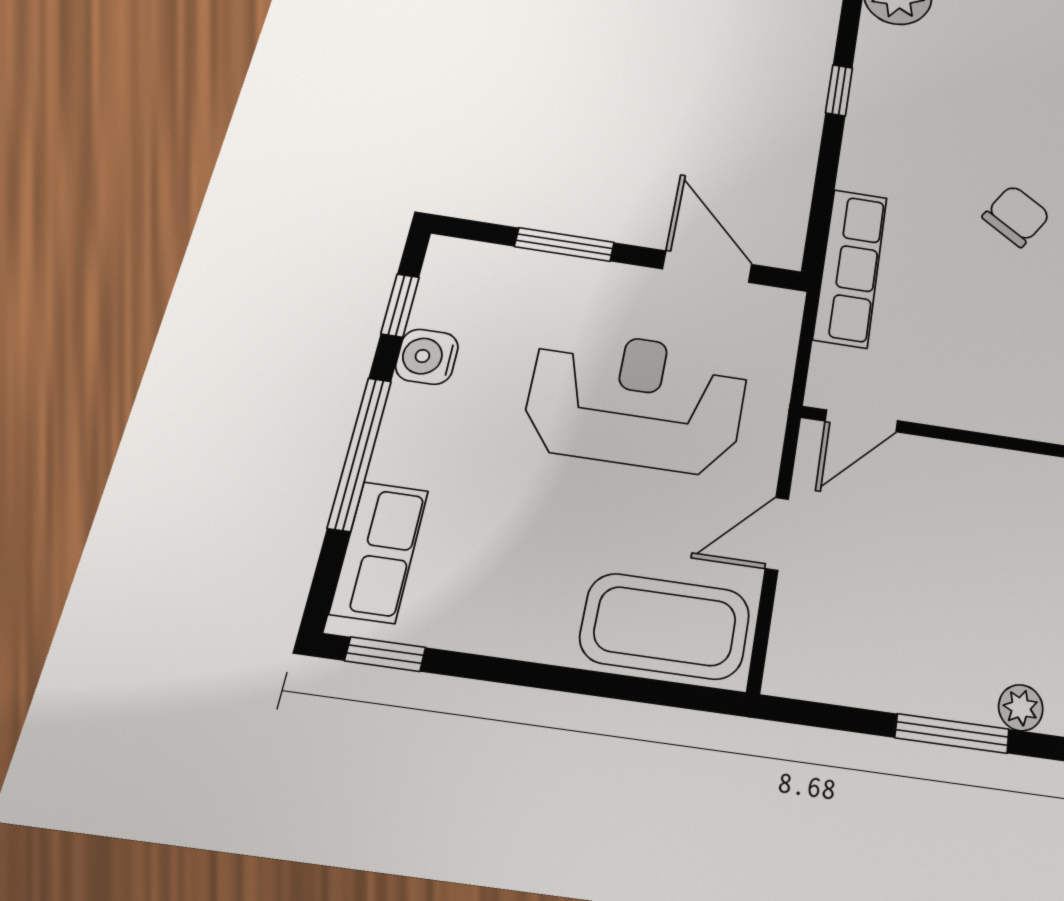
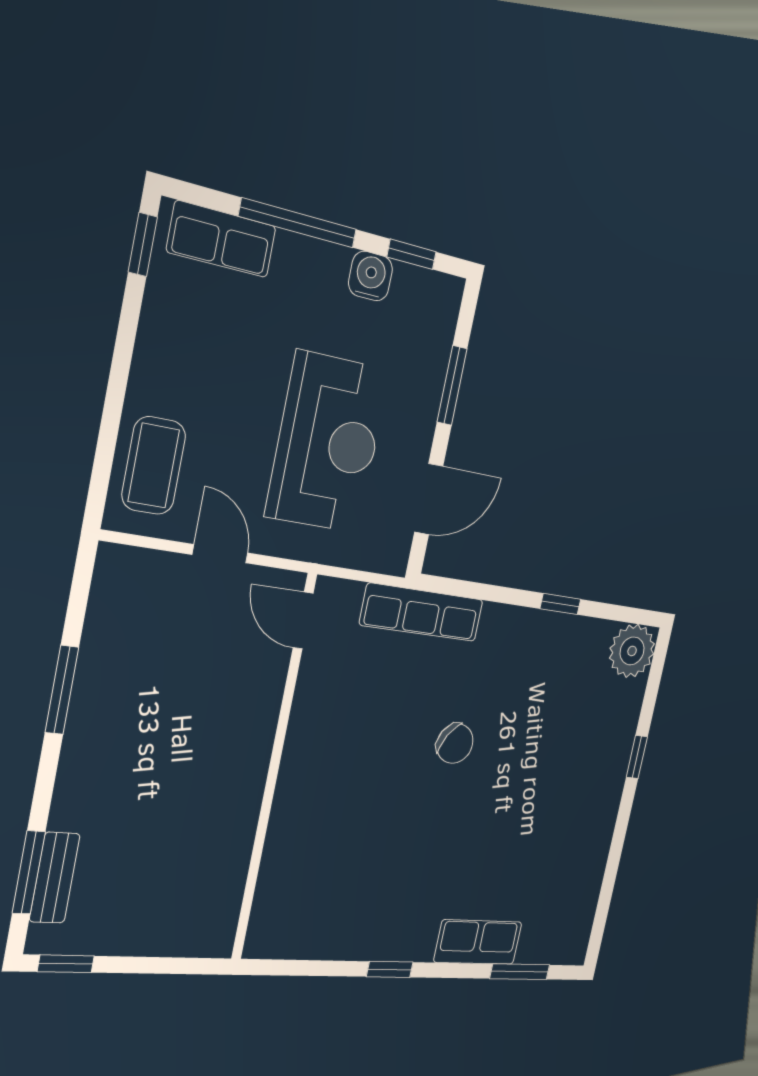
coffee table: (665, 626) -> (154, 466), width x0.73, depth x0.76
plant: (1021, 708) -> (79, 743), removed

